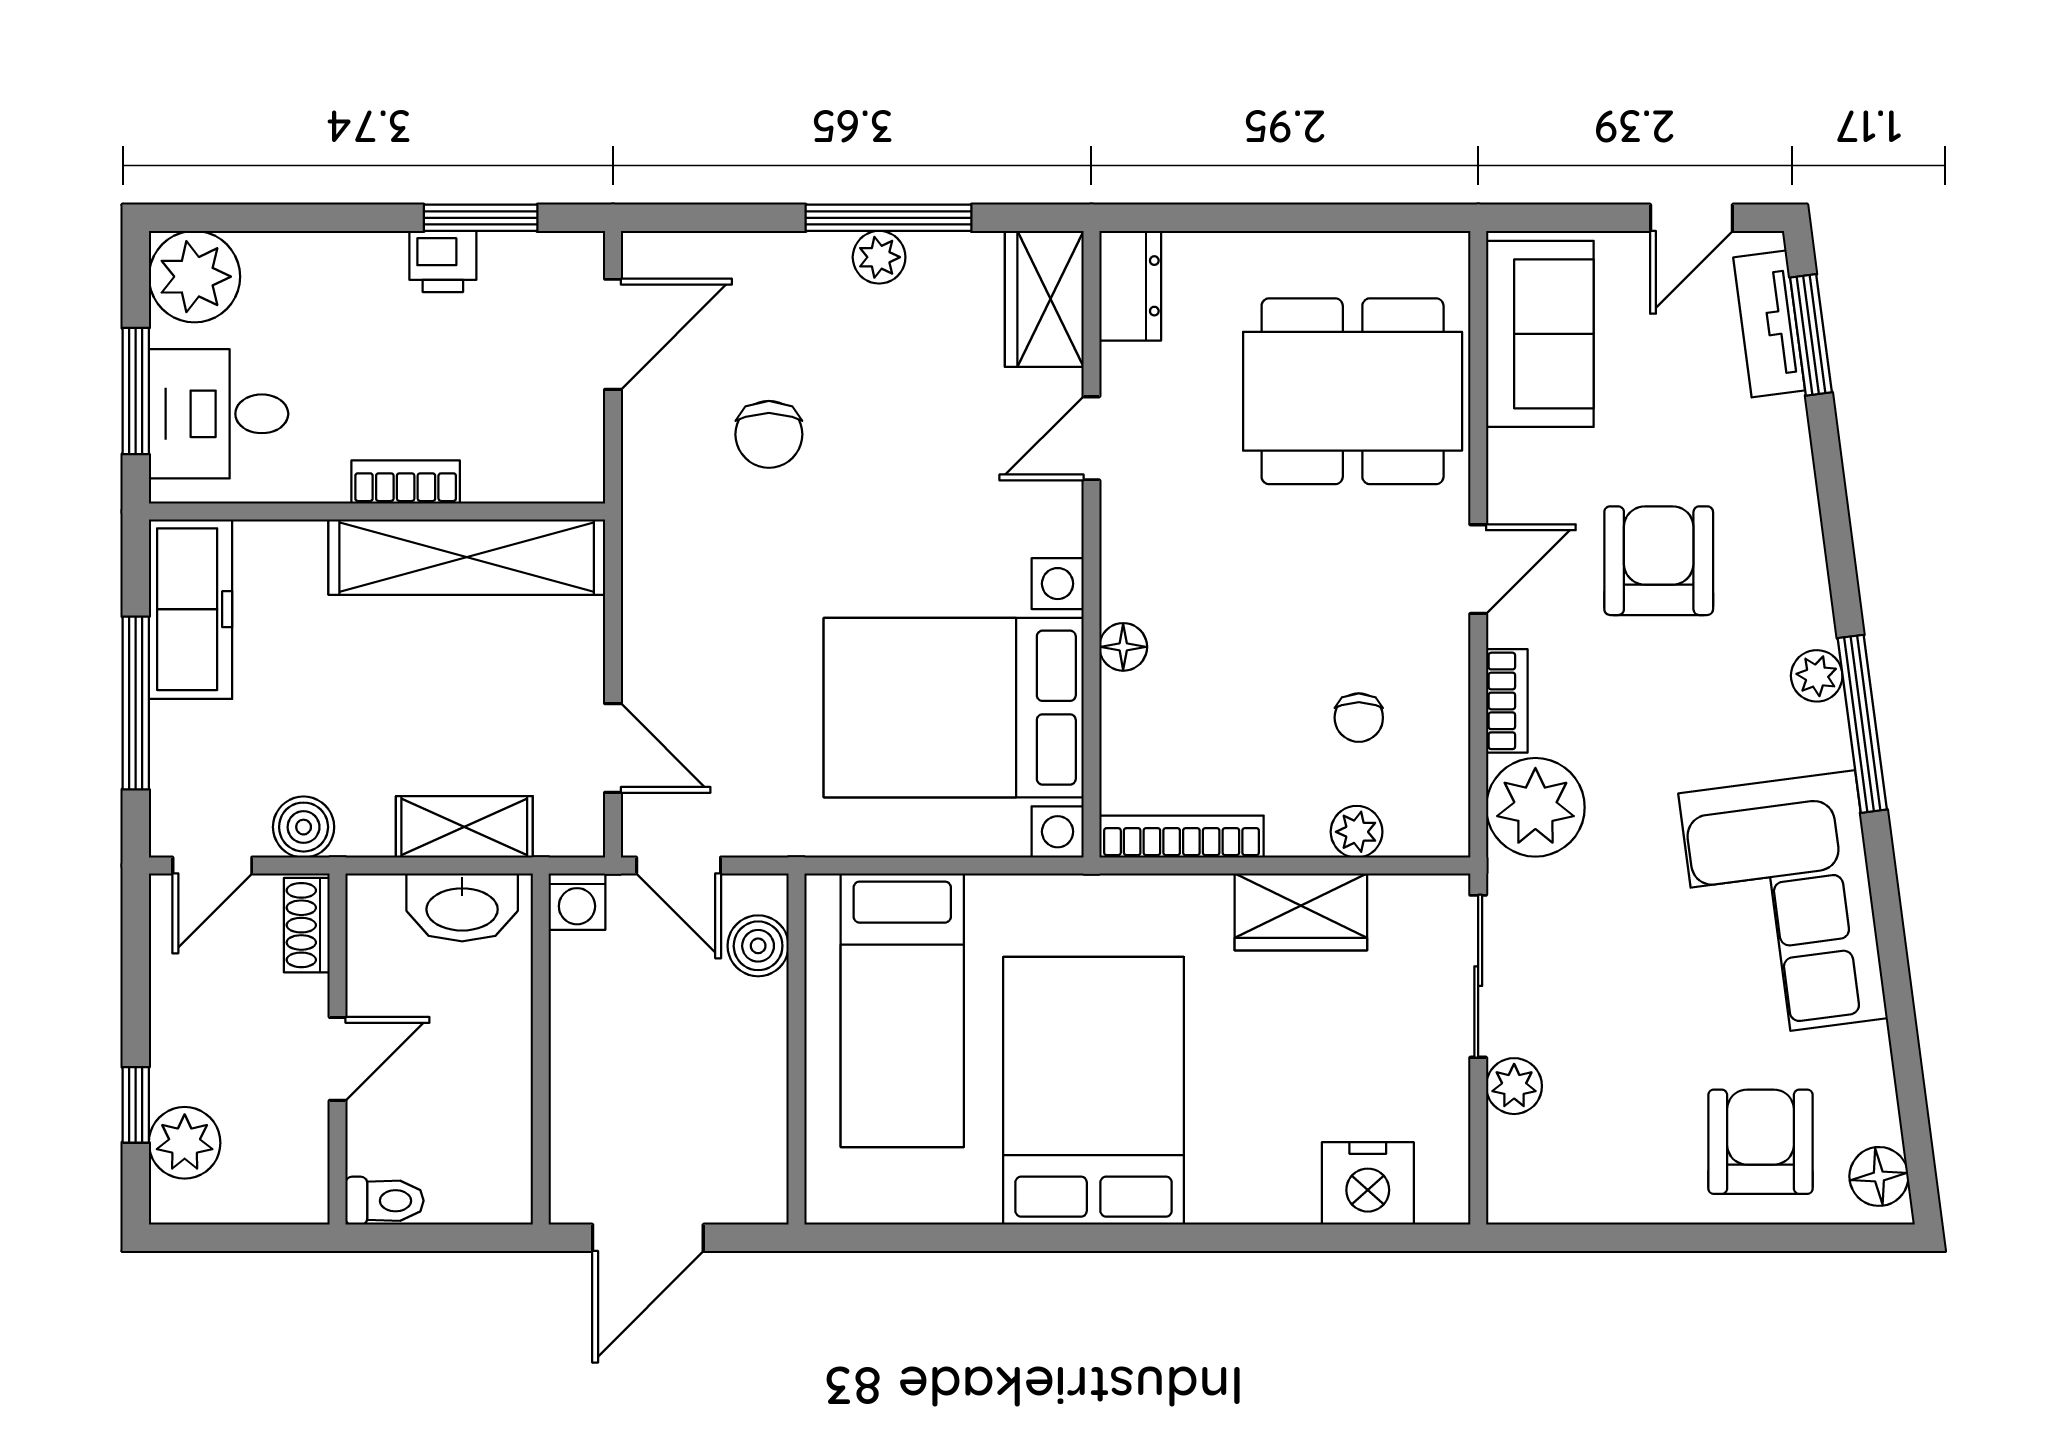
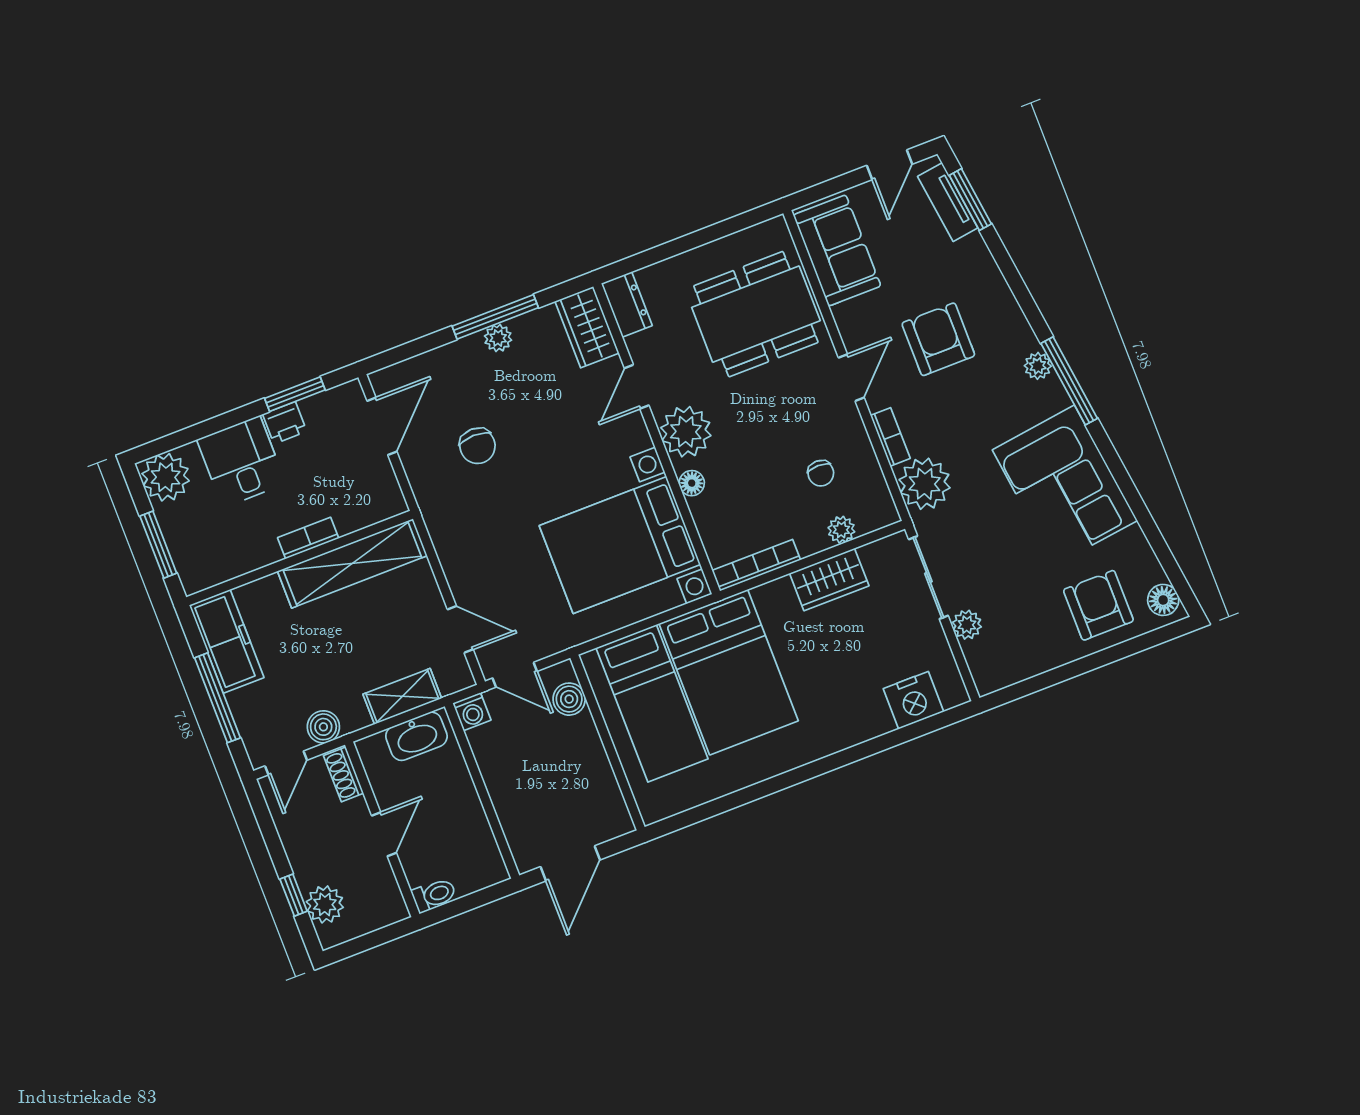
desk: (219, 414) -> (241, 462), moved, turned 90
plant: (1148, 552) -> (686, 432), added
bed: (1094, 1091) -> (729, 672), moved, turned 180

